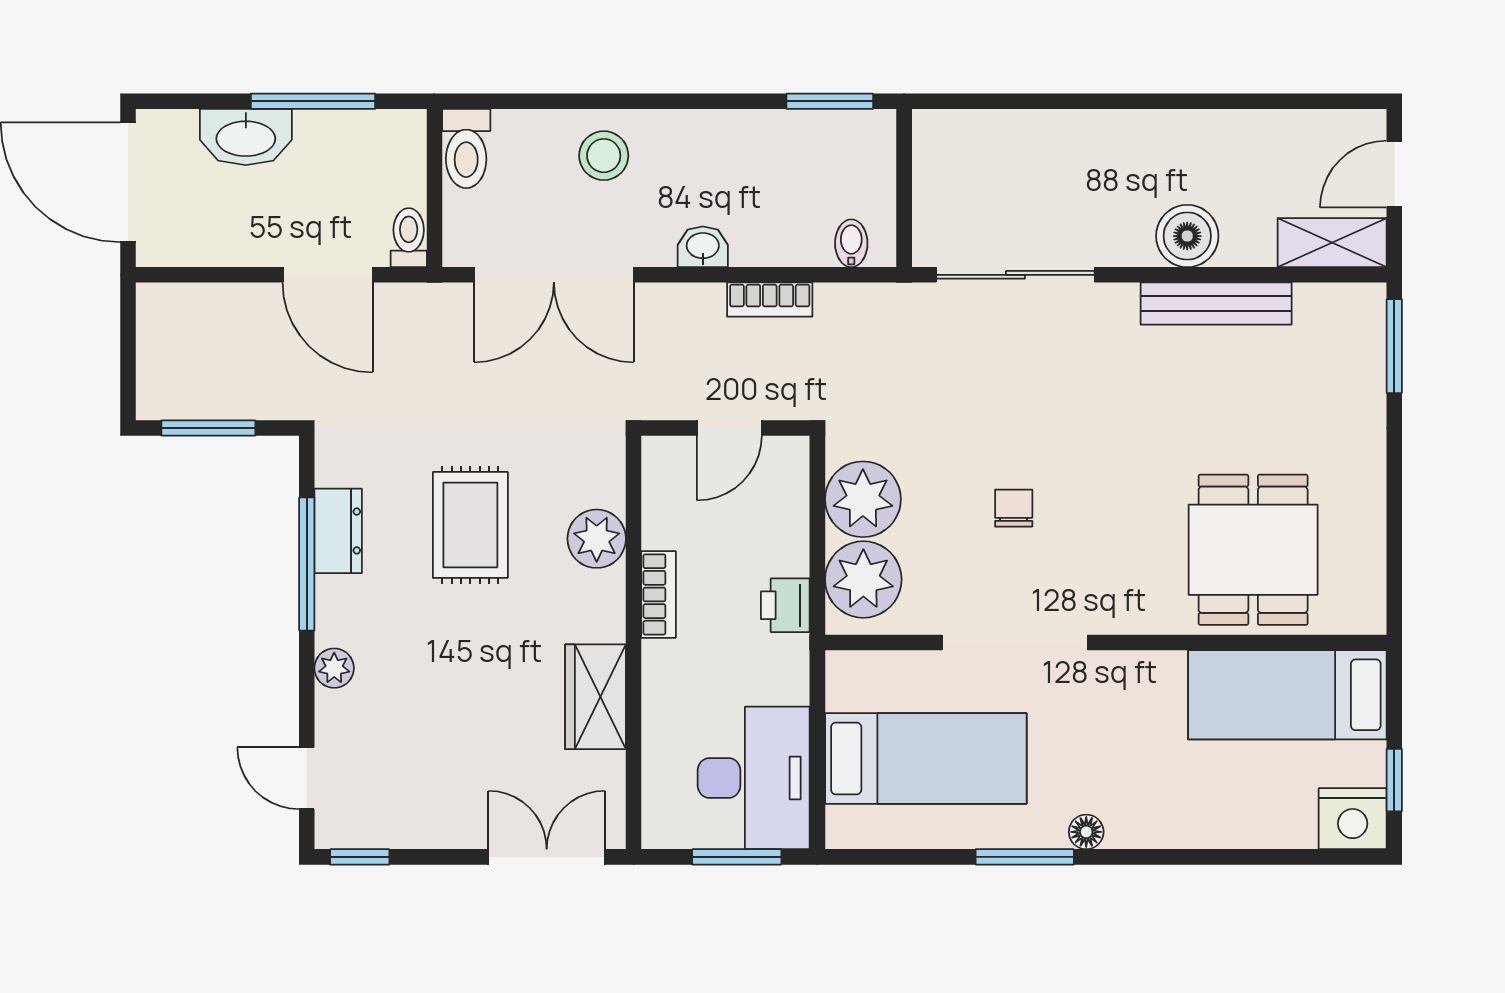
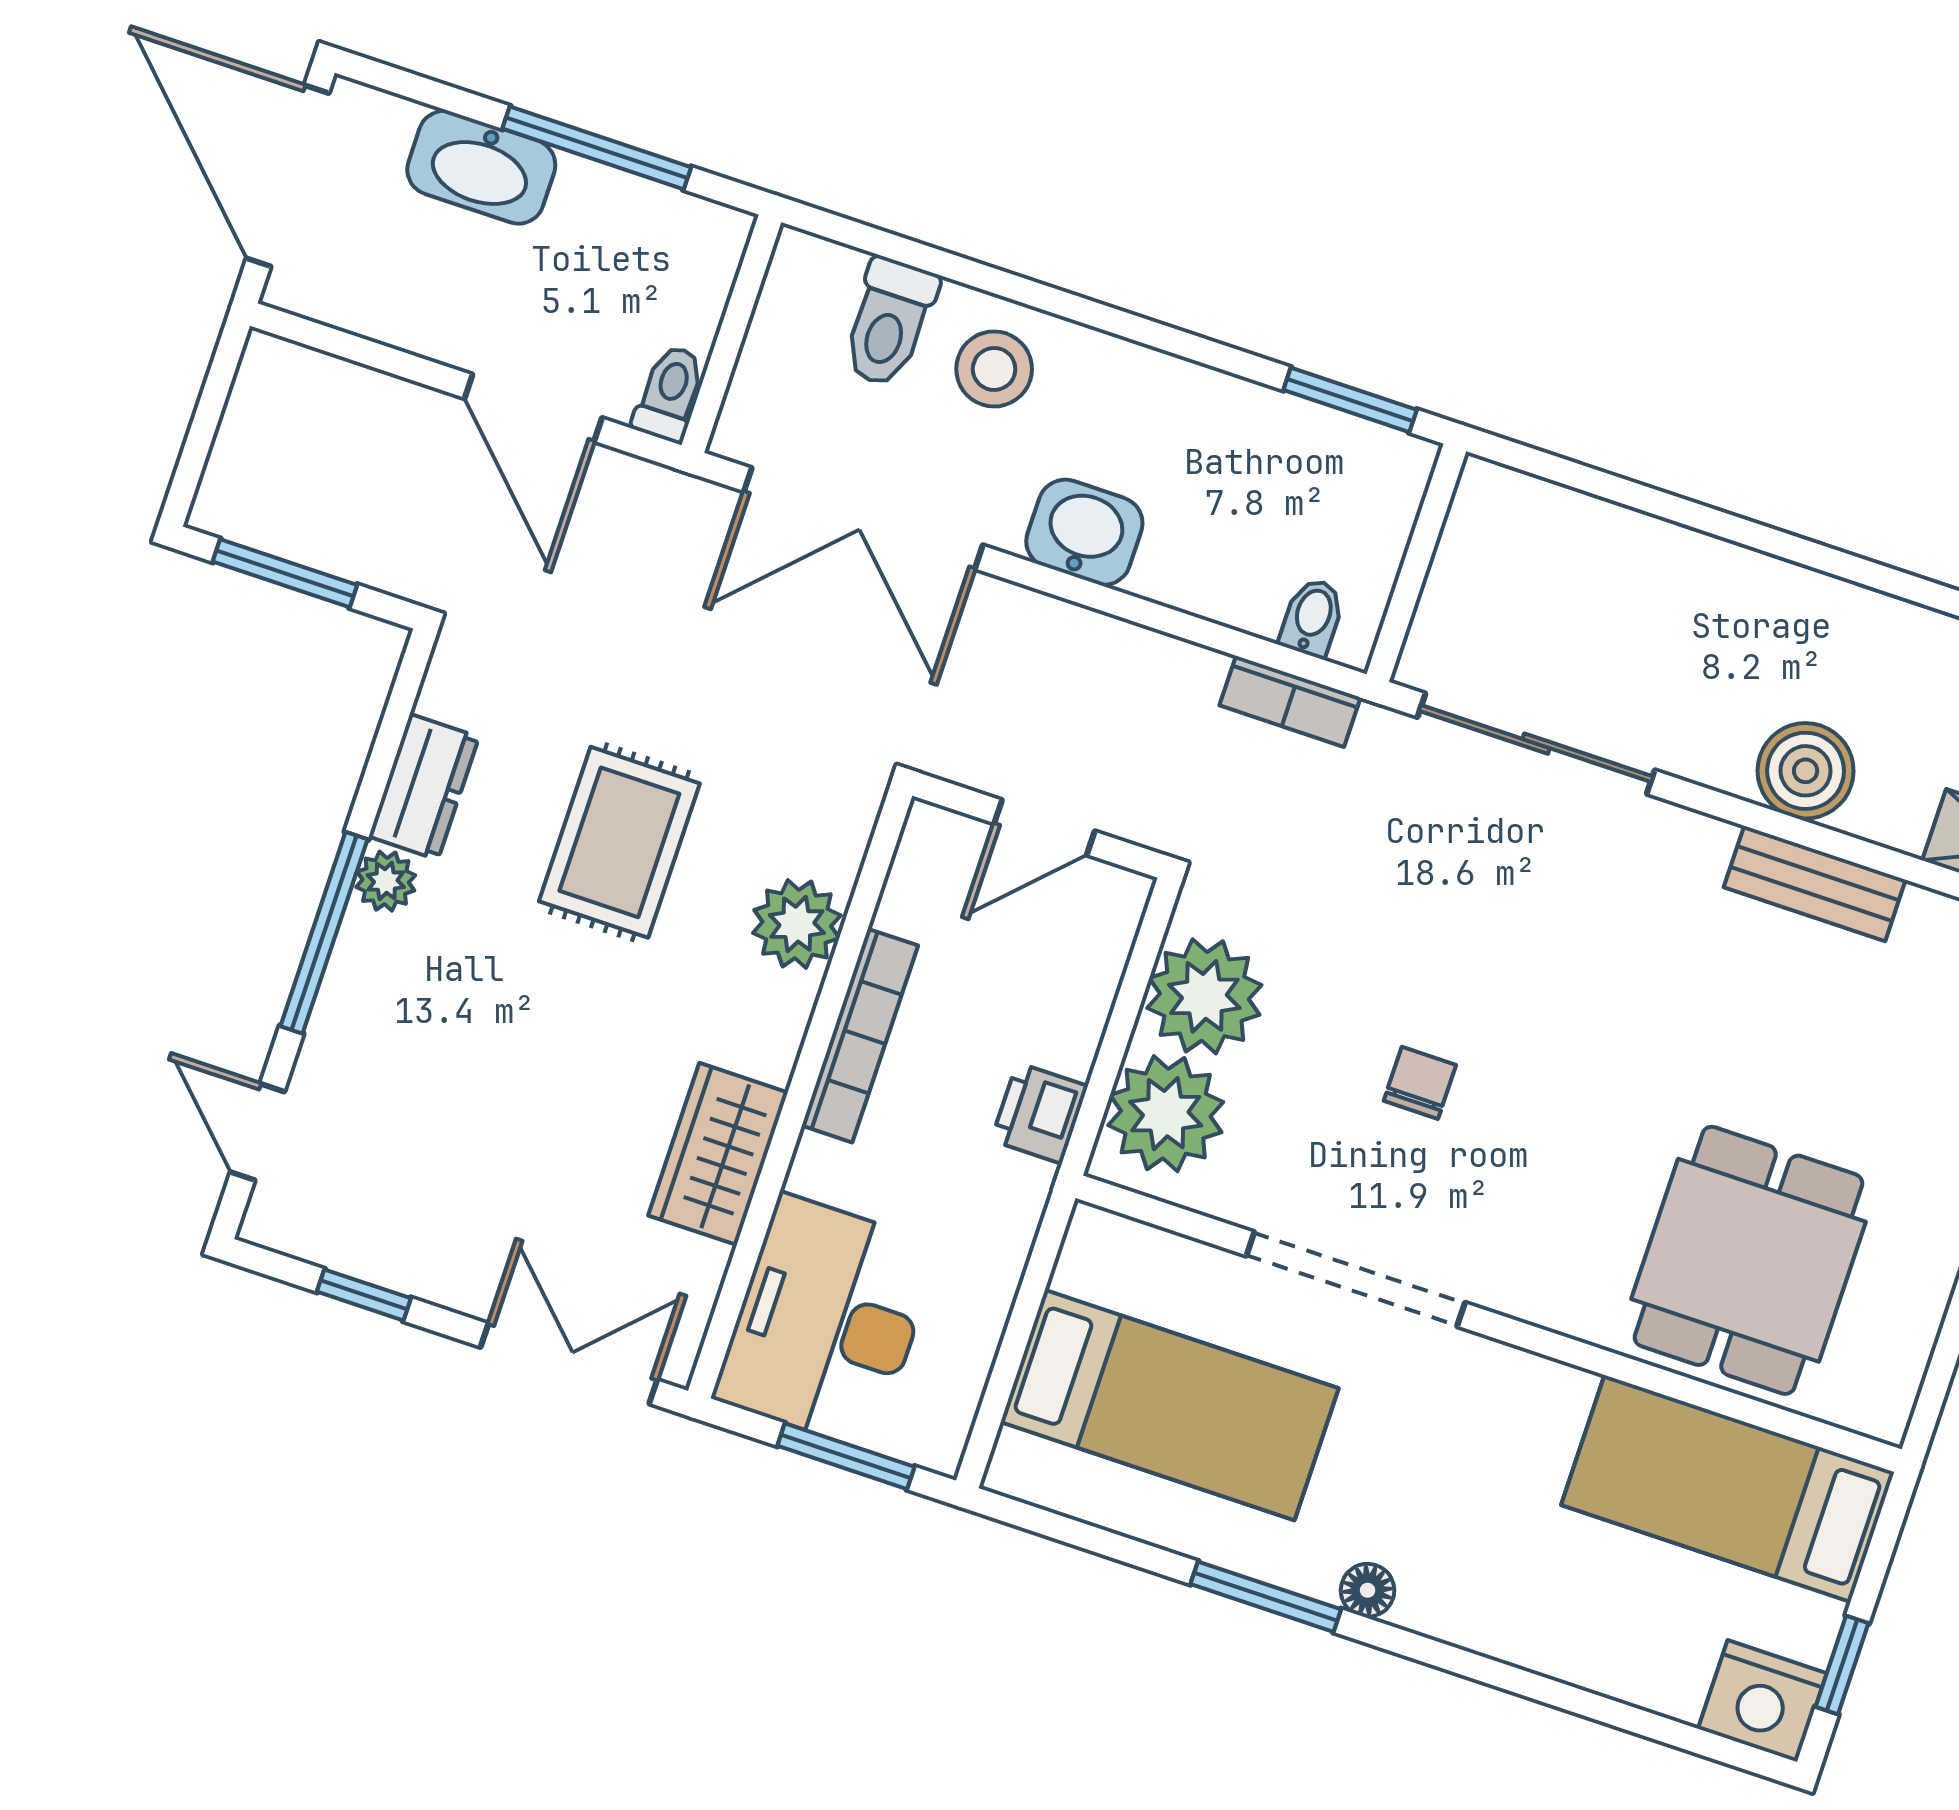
toilet: (466, 149) -> (889, 322), moved
washbasin: (703, 247) -> (1084, 532), width x1.38, depth x1.45
bookcase: (770, 300) -> (1290, 701), moved
bench: (1216, 304) -> (1815, 883), width x0.73
window: (307, 564) -> (324, 933), moved
bookcase: (659, 594) -> (860, 1036), width x1.56
plant: (334, 668) -> (386, 881), moved
desk: (754, 778) -> (827, 1322), moved, turned 180
window: (360, 857) -> (364, 1295), moved

